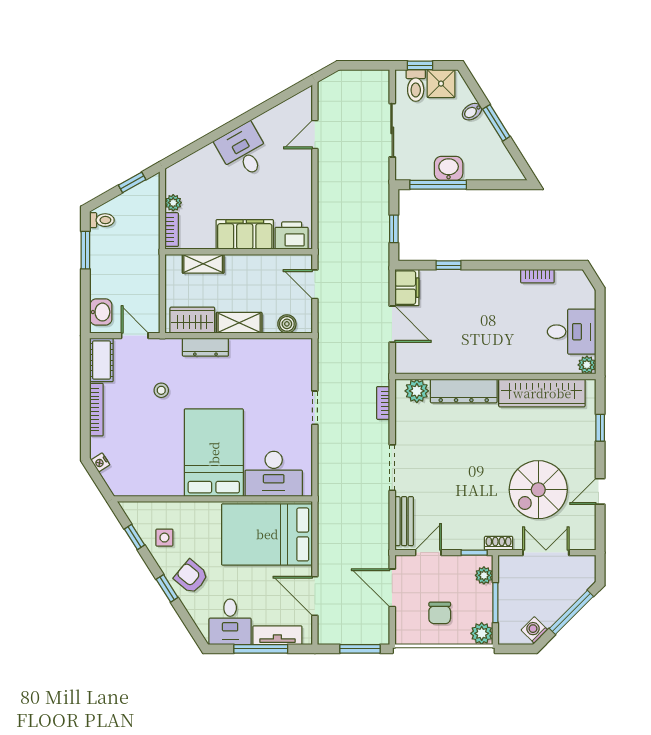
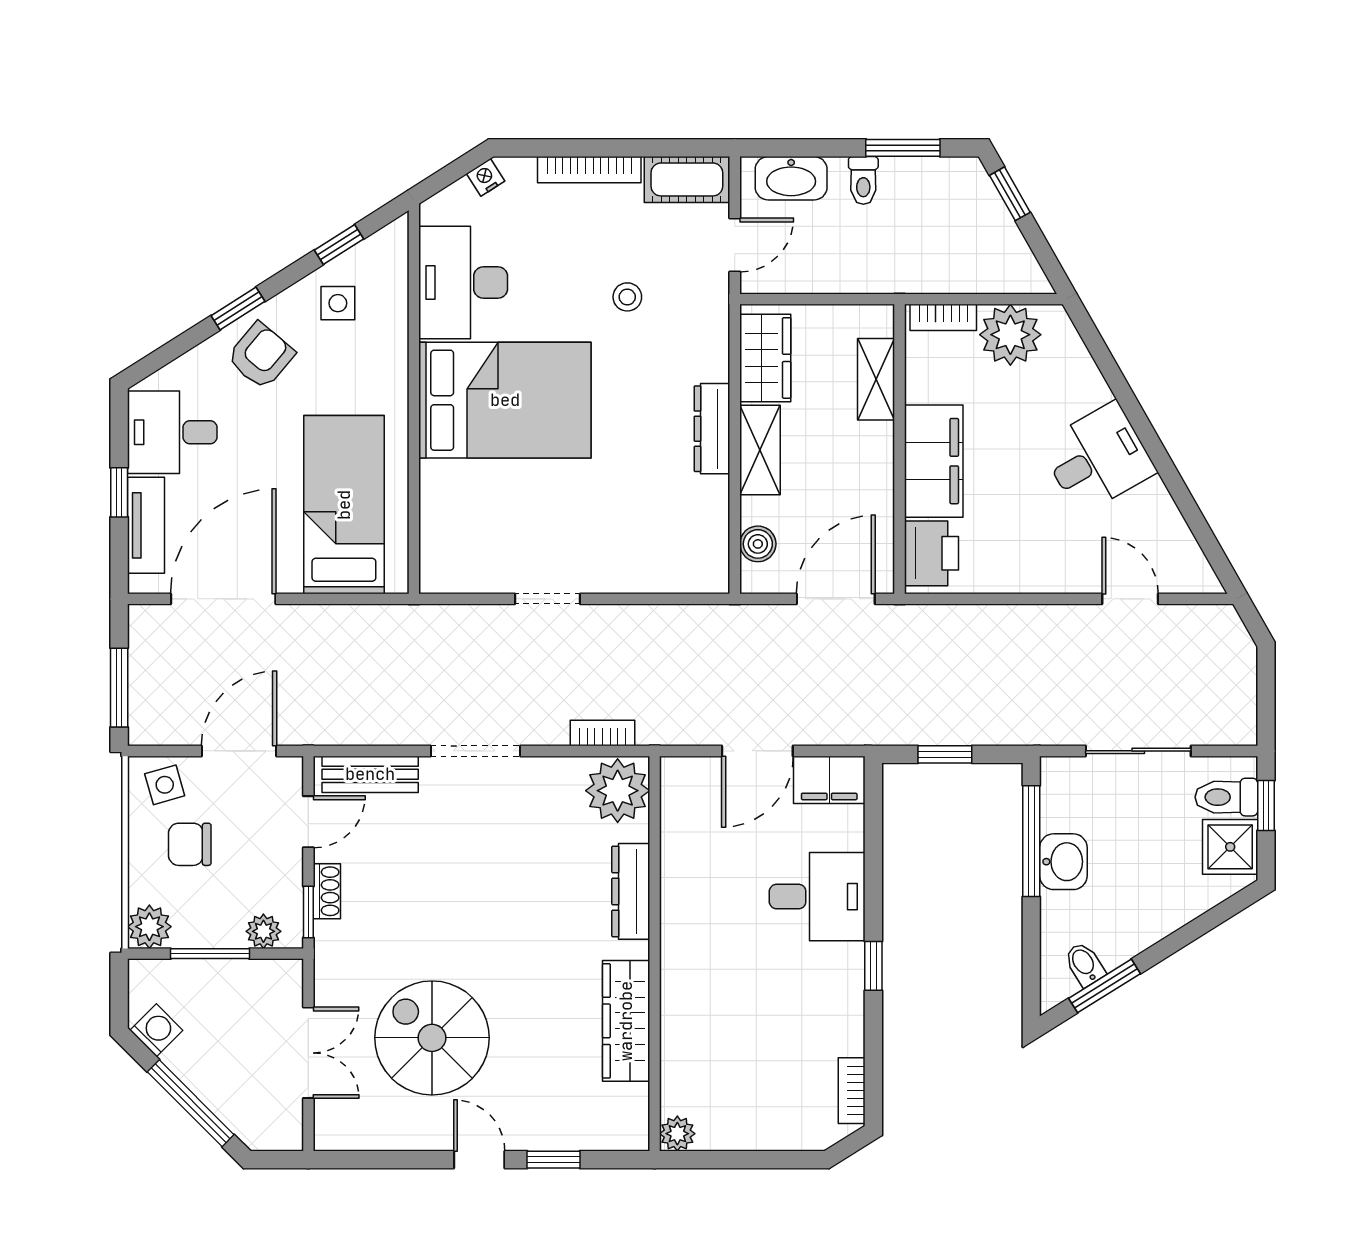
bidet: (472, 112) -> (1084, 964), moved
window: (496, 123) -> (1105, 986), moved
window: (132, 182) -> (1010, 194), moved
plant: (173, 203) -> (1010, 335), width x1.87, depth x1.87
toilet: (102, 220) -> (863, 180), moved
window: (448, 265) -> (873, 966), moved
bookcase: (537, 276) -> (852, 1091), moved
door: (315, 284) -> (836, 599), width x1.38
washbasin: (101, 312) -> (791, 178), width x1.38
desk: (572, 332) -> (817, 897), moved, turned -90
dresser: (205, 347) -> (712, 429), moved
plant: (417, 391) -> (618, 791), width x1.36, depth x1.36
dresser: (464, 391) -> (631, 891), width x0.73, depth x0.80
wardrobe: (542, 393) -> (626, 1021), width x0.71, depth x0.85
doorway: (315, 408) -> (548, 599), moved
desk: (274, 474) -> (463, 282), moved
door: (600, 491) -> (479, 1160), moved
bed: (267, 534) -> (344, 505), width x0.67
shoe rack: (499, 543) -> (327, 891), moved
door: (428, 553) -> (308, 822), hinge flipped
door: (315, 596) -> (223, 599), width x1.36
side table: (409, 626) -> (165, 785), added
window: (261, 649) -> (119, 492), width x0.46

